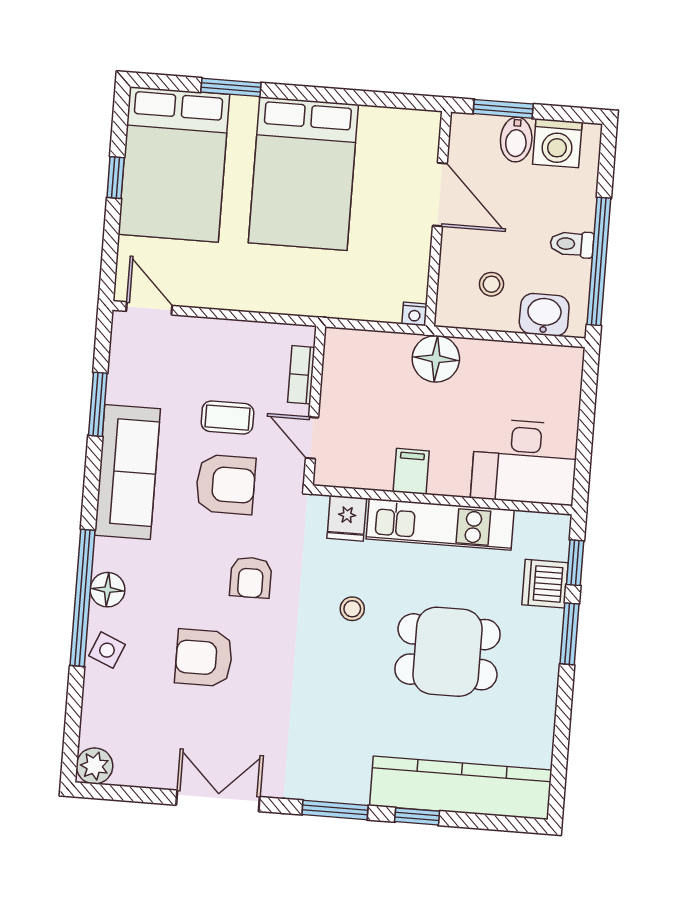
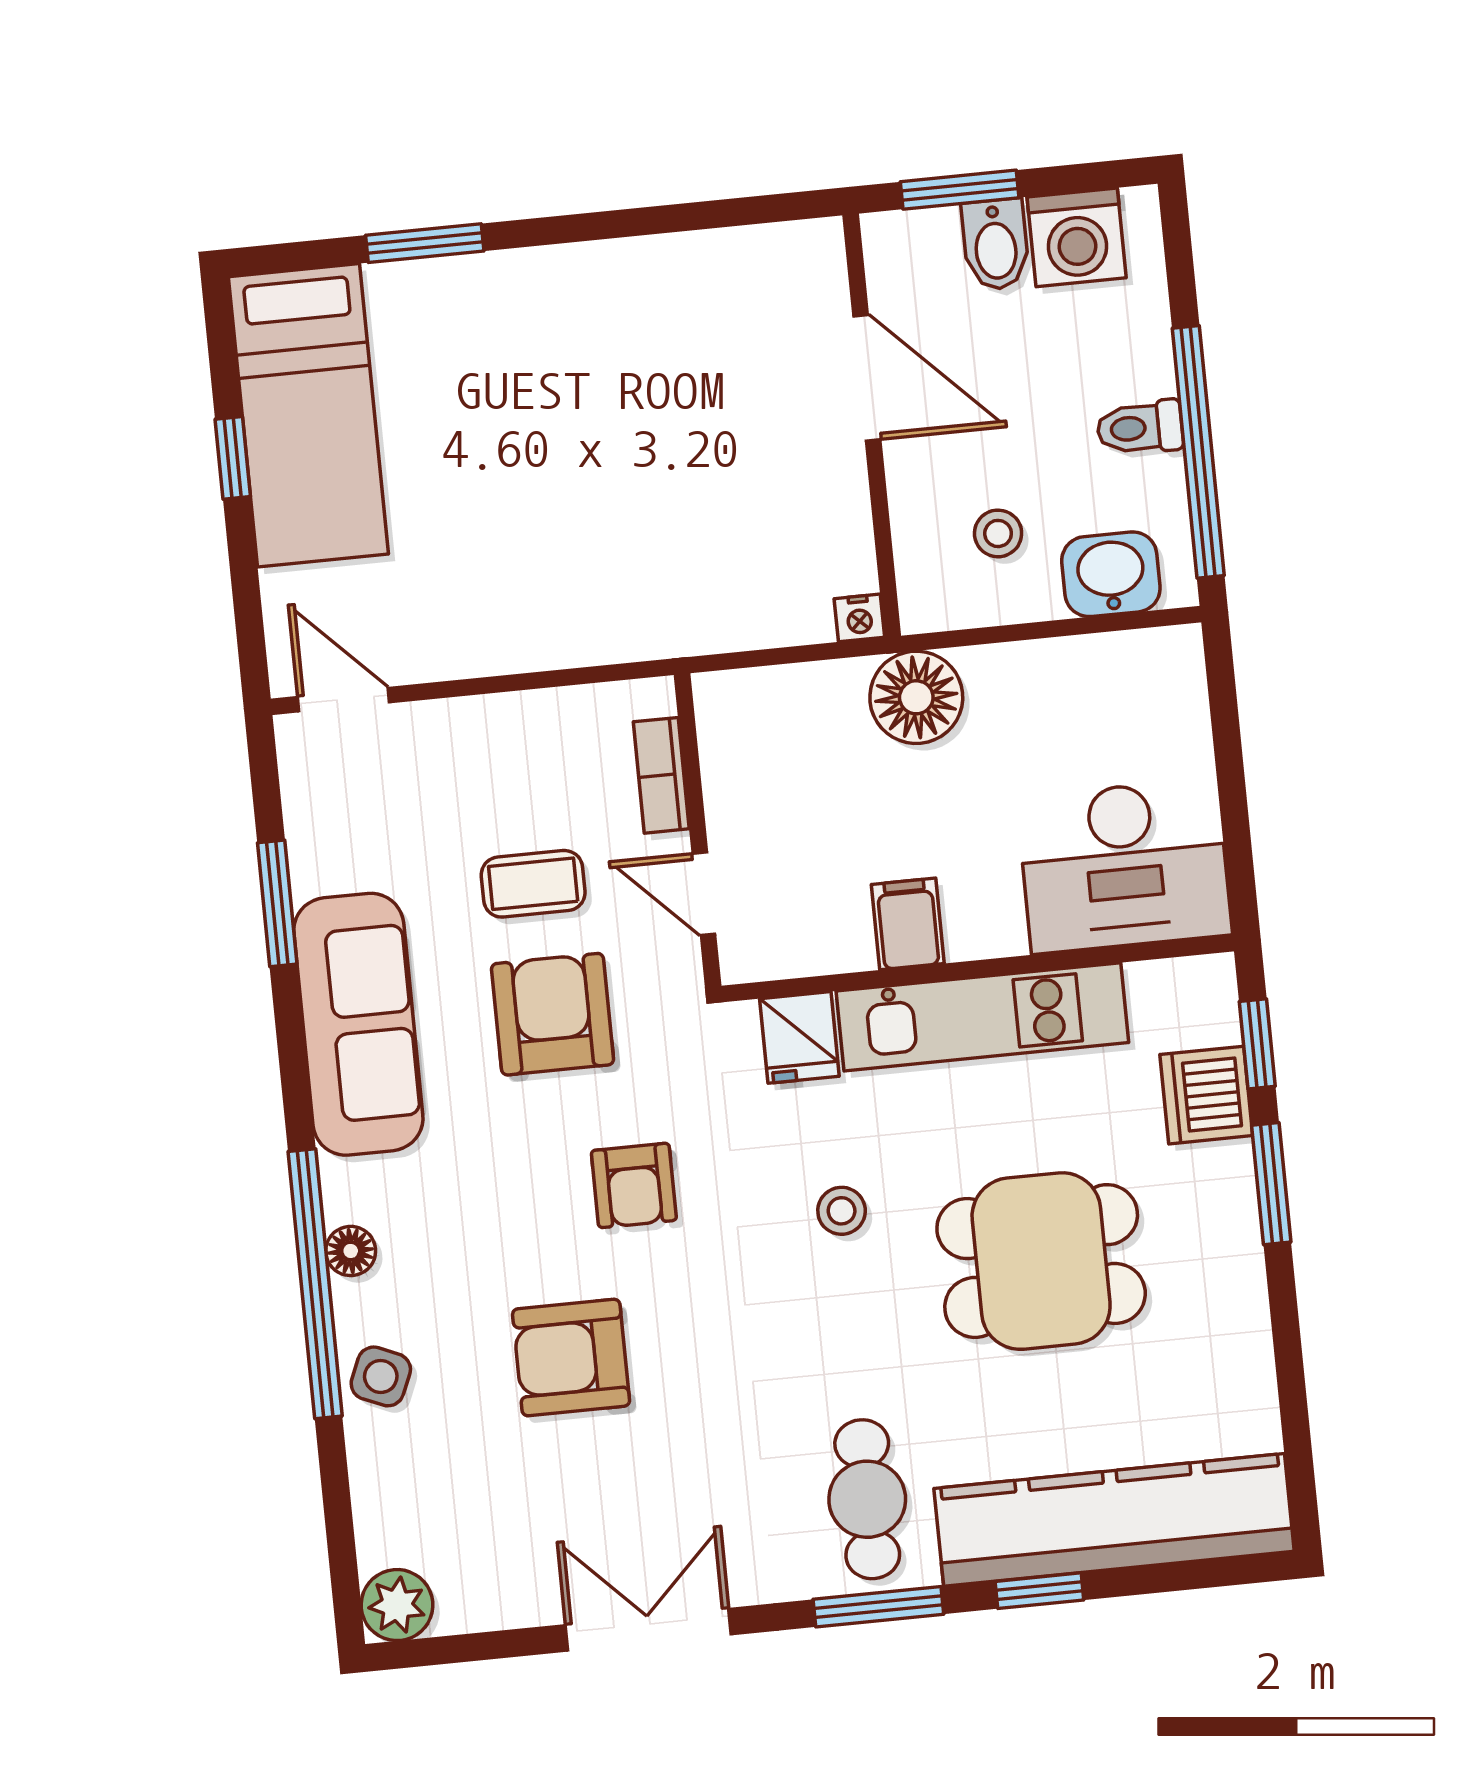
bed: (174, 164) -> (308, 415), width x0.67
bed: (303, 174) -> (595, 385), removed
armchair: (225, 484) -> (553, 1014), turned -90
floor lamp: (108, 590) -> (351, 1251), width x0.73, depth x0.73
cafe table: (339, 755) -> (867, 1499), added

